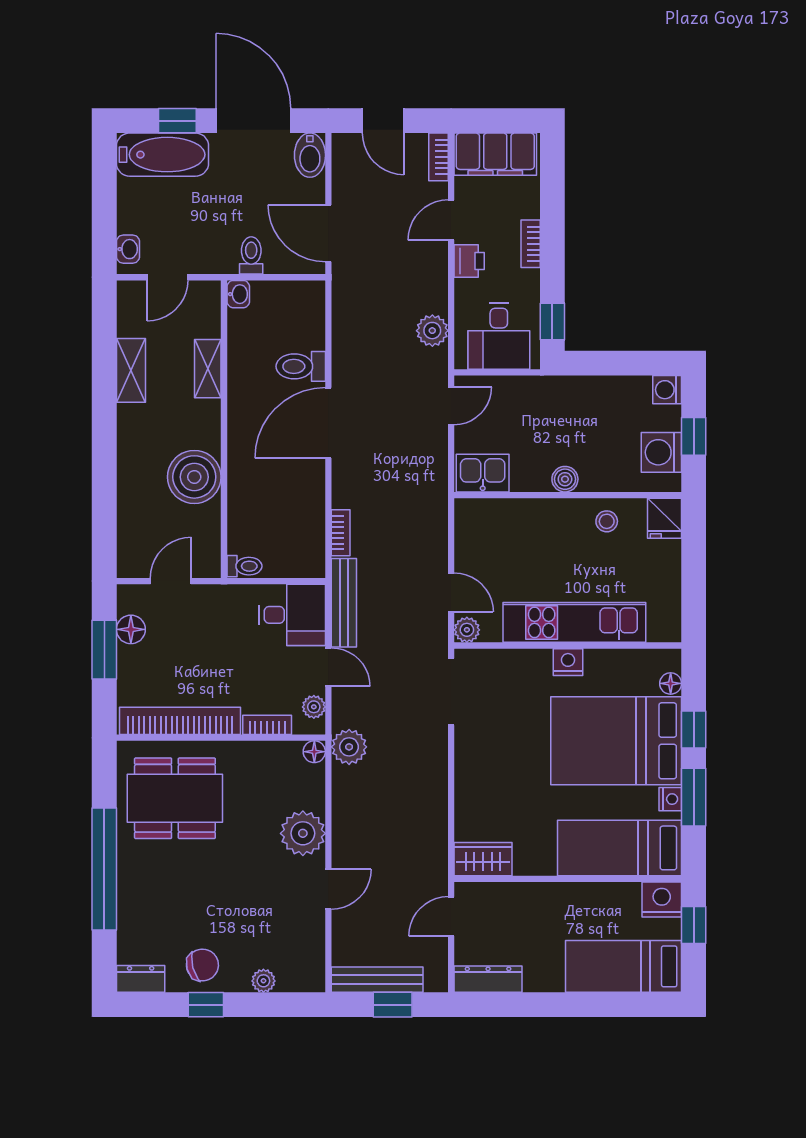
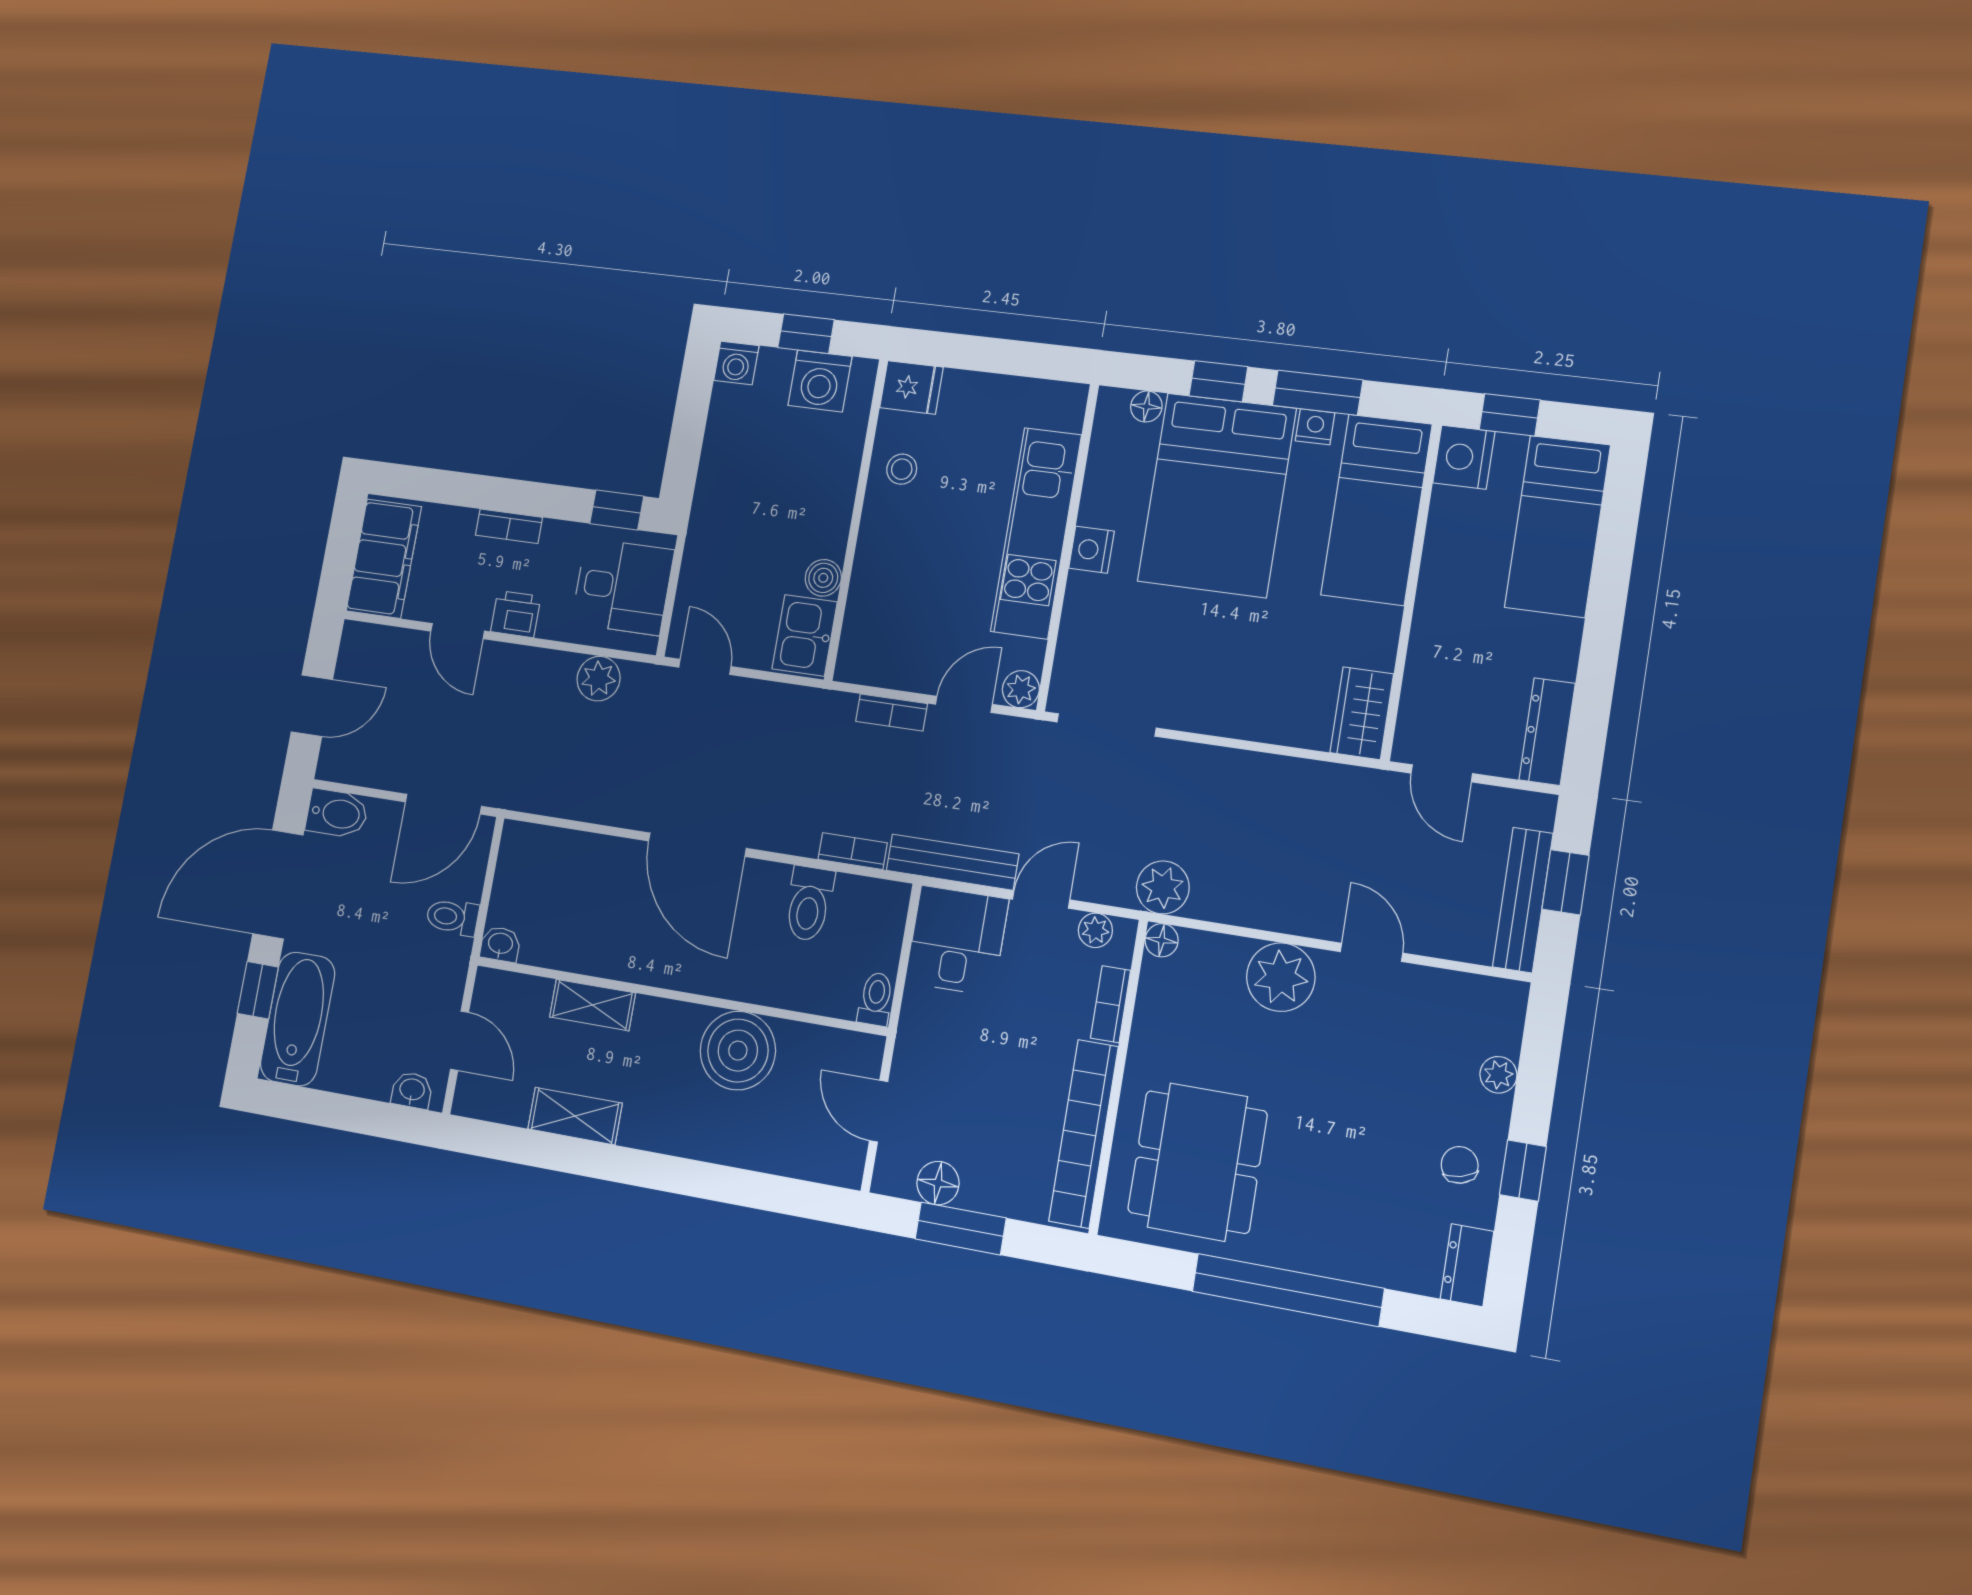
bookcase: (438, 157) -> (892, 712), moved
toilet: (301, 366) -> (809, 904), moved
boiler: (565, 479) -> (823, 578), moved
chair: (202, 965) -> (1460, 1165), width x0.73, depth x0.73

